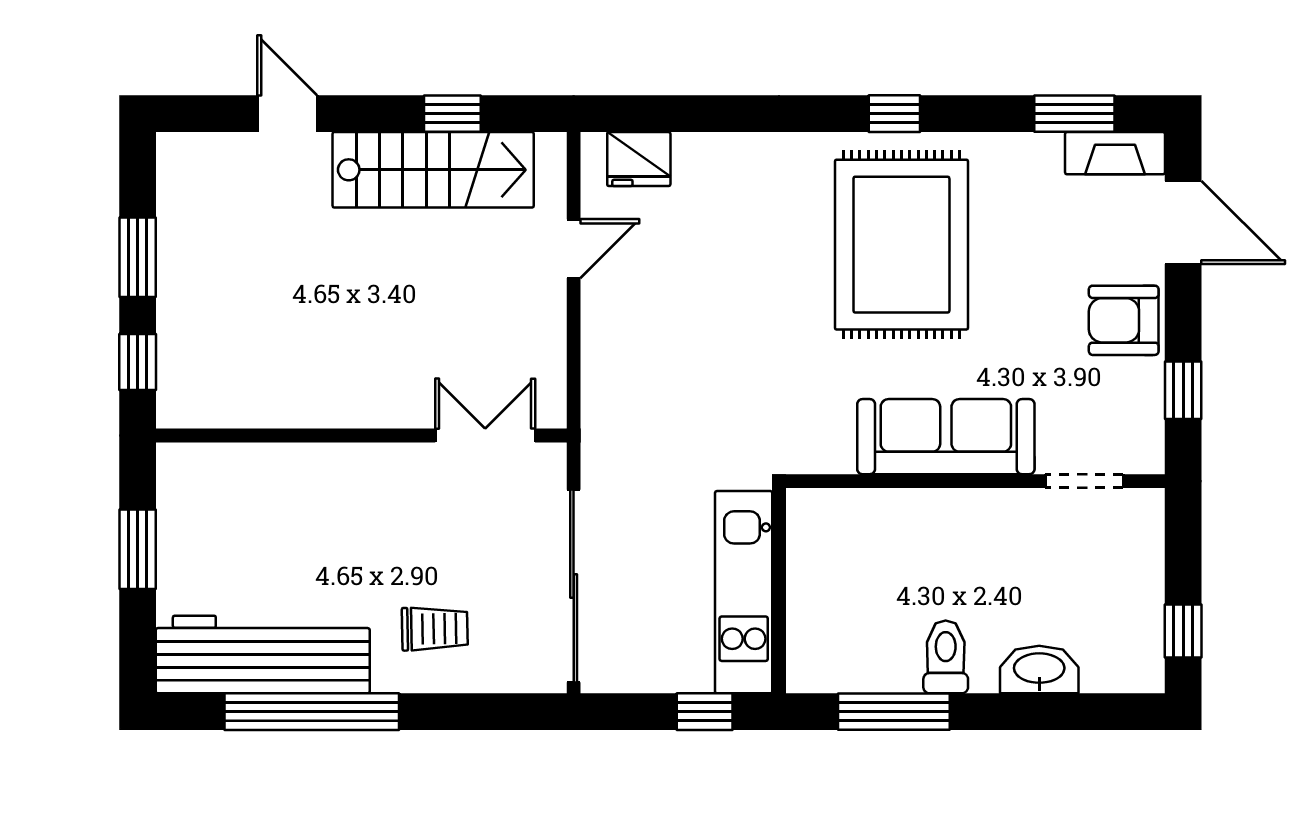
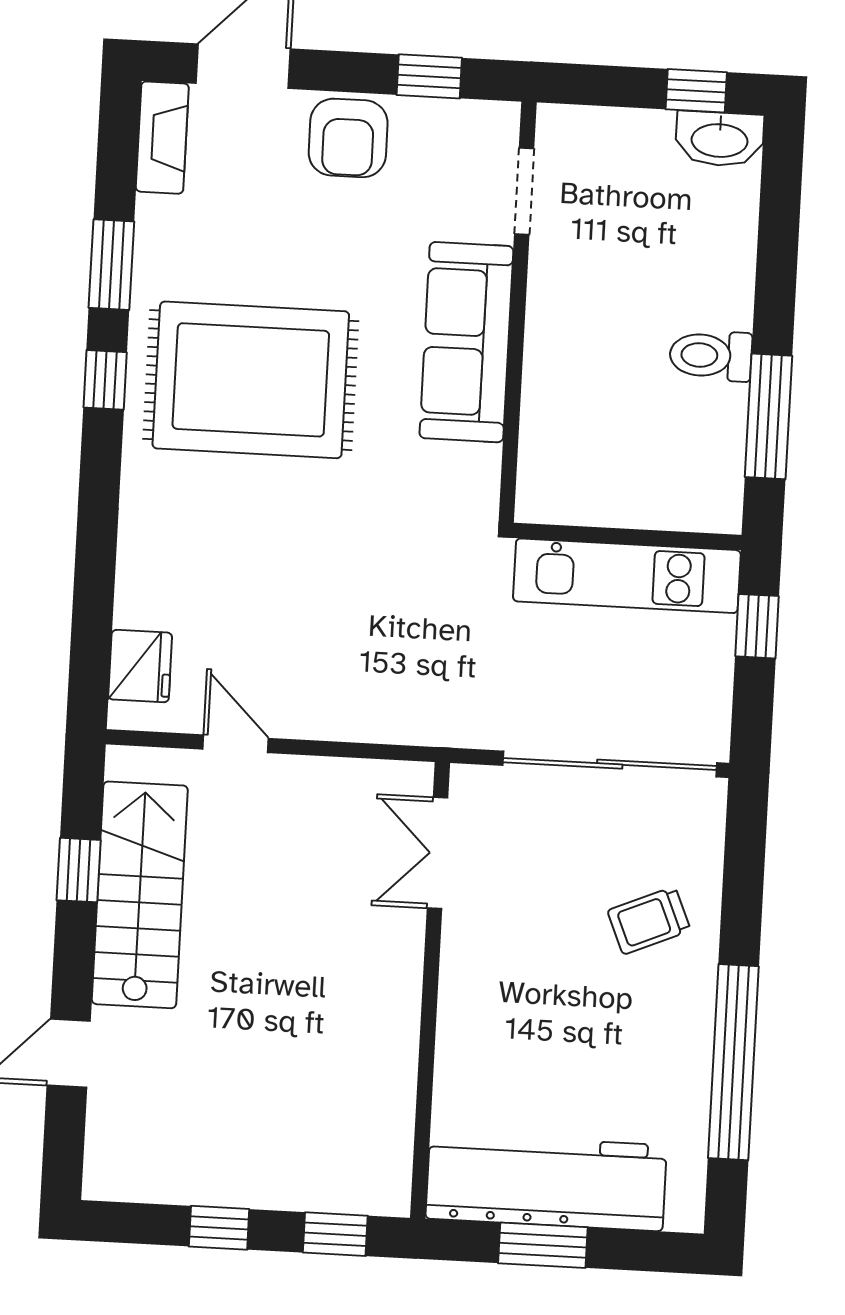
window: (1074, 114) -> (111, 265), moved
window: (138, 257) -> (219, 1228), width x0.67
trolley: (435, 629) -> (649, 921), turned -112
workbench: (263, 654) -> (546, 1182), moved, turned 90
washbasin: (1039, 669) -> (720, 139), moved, turned -90

